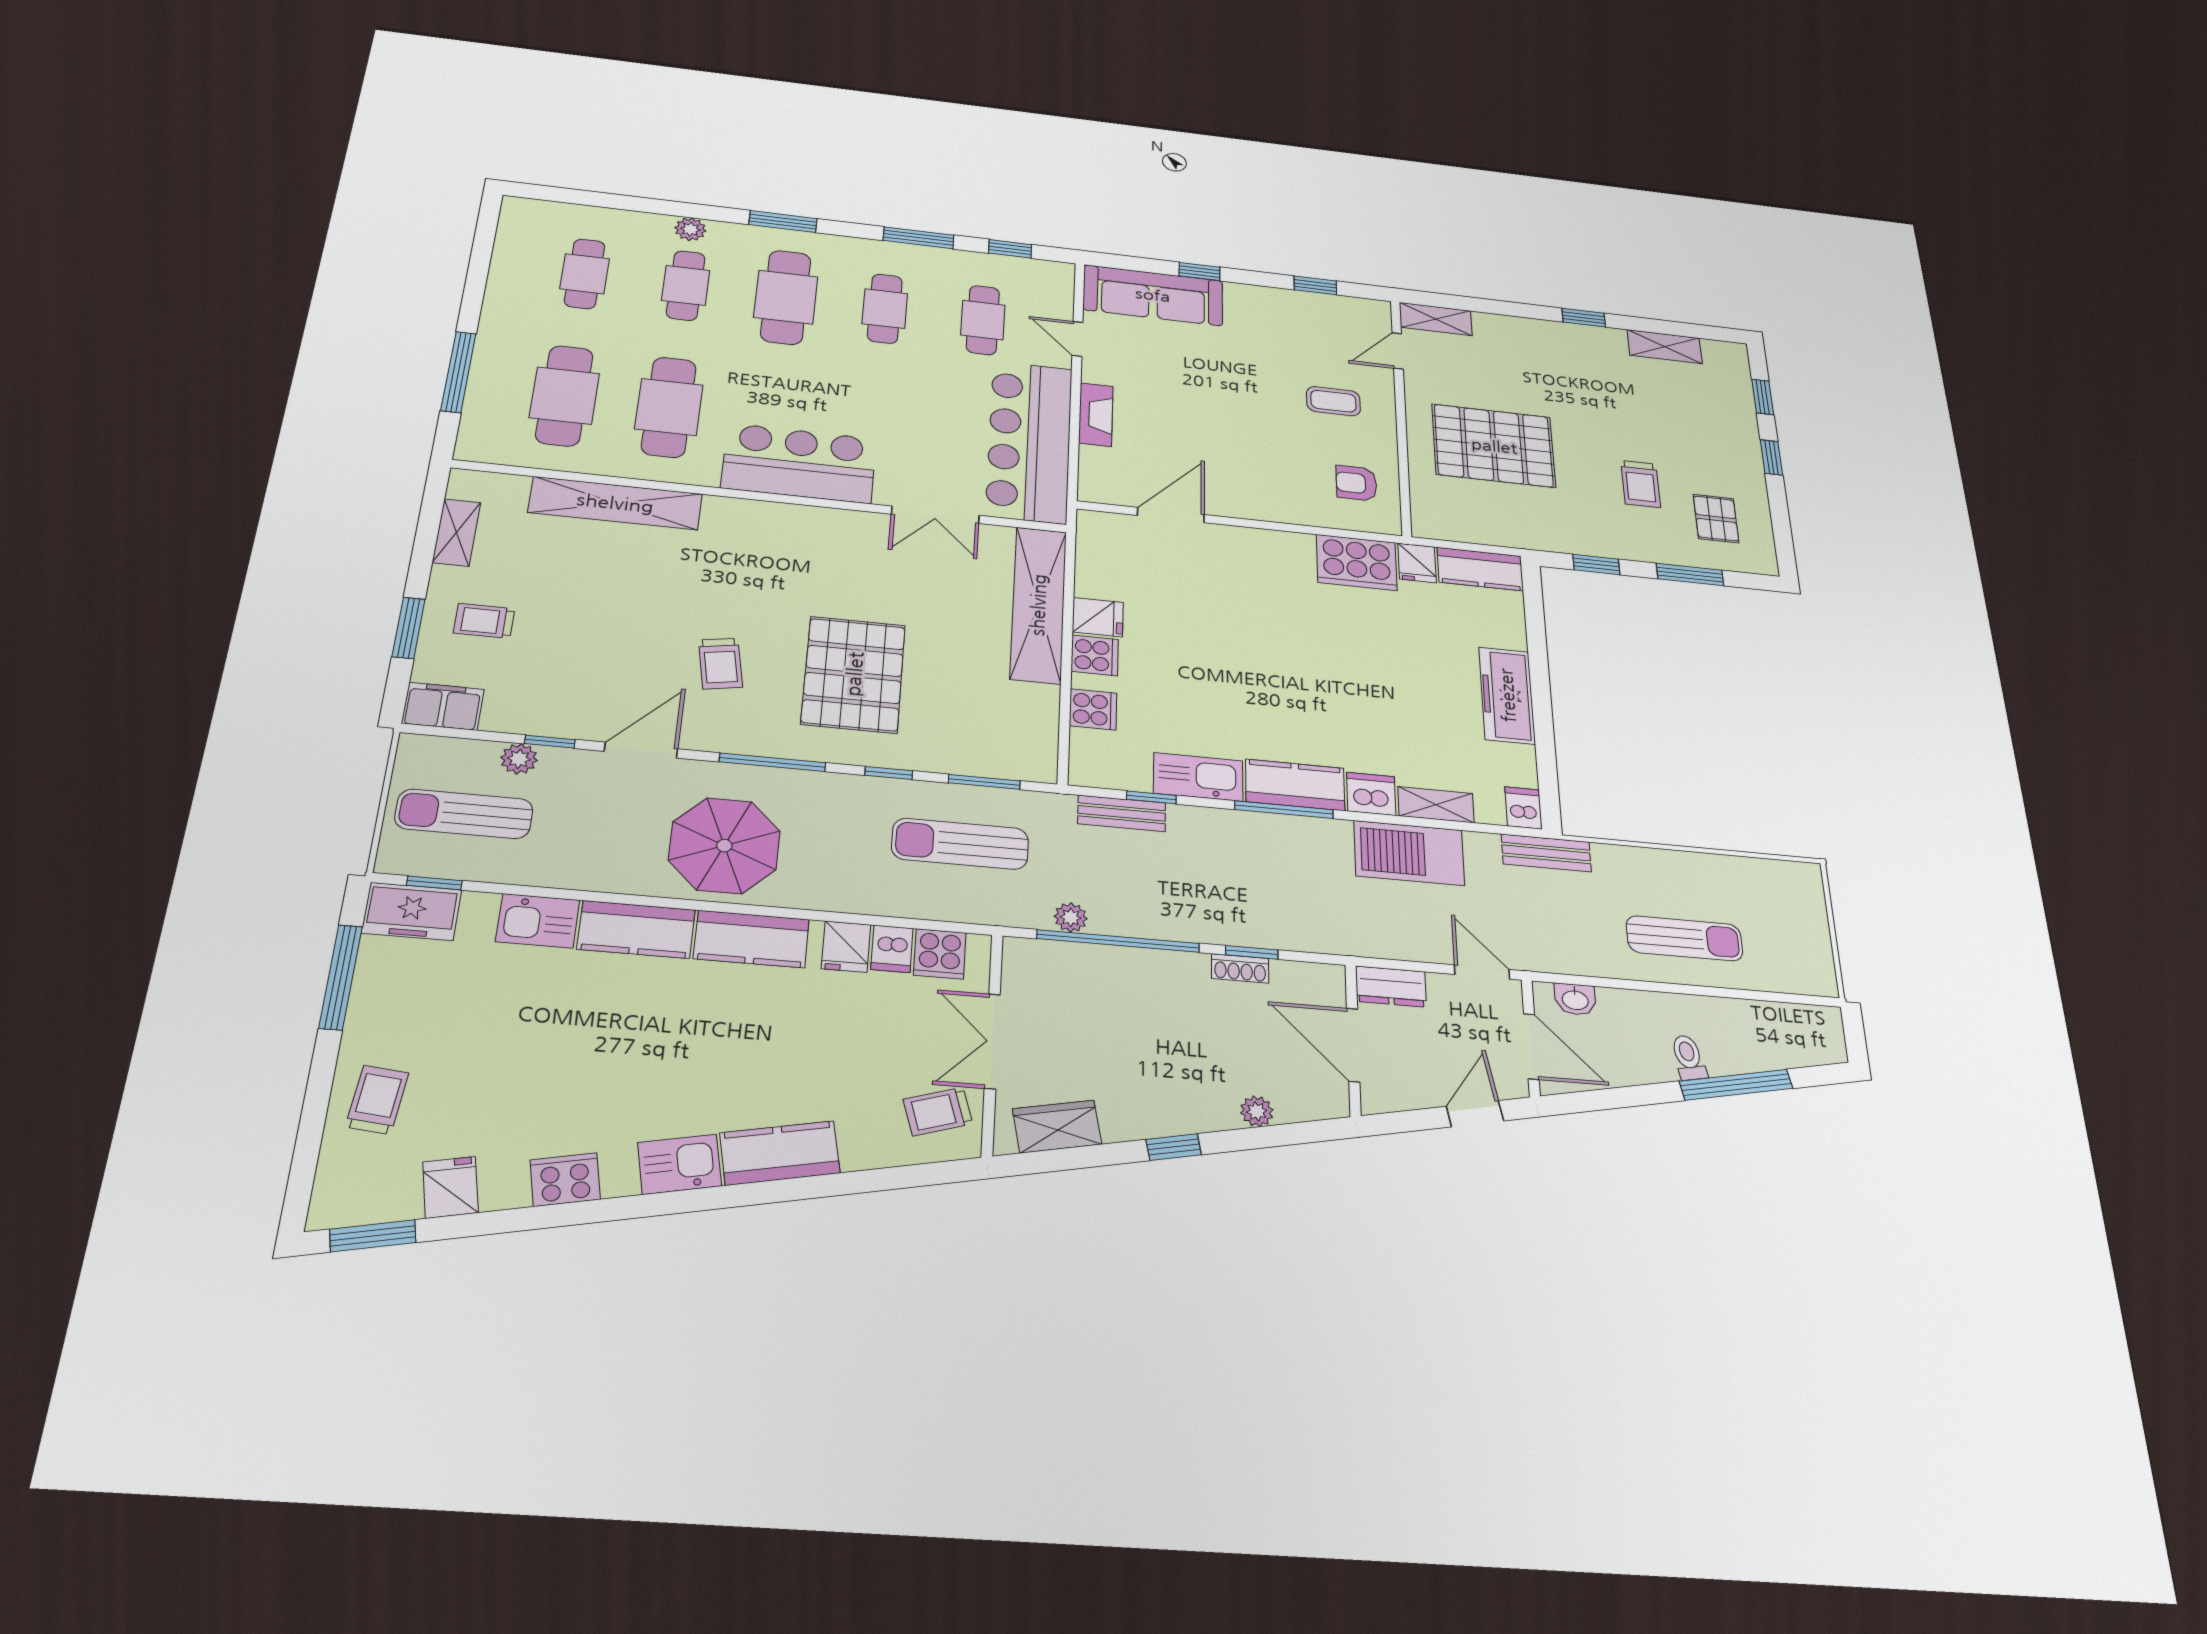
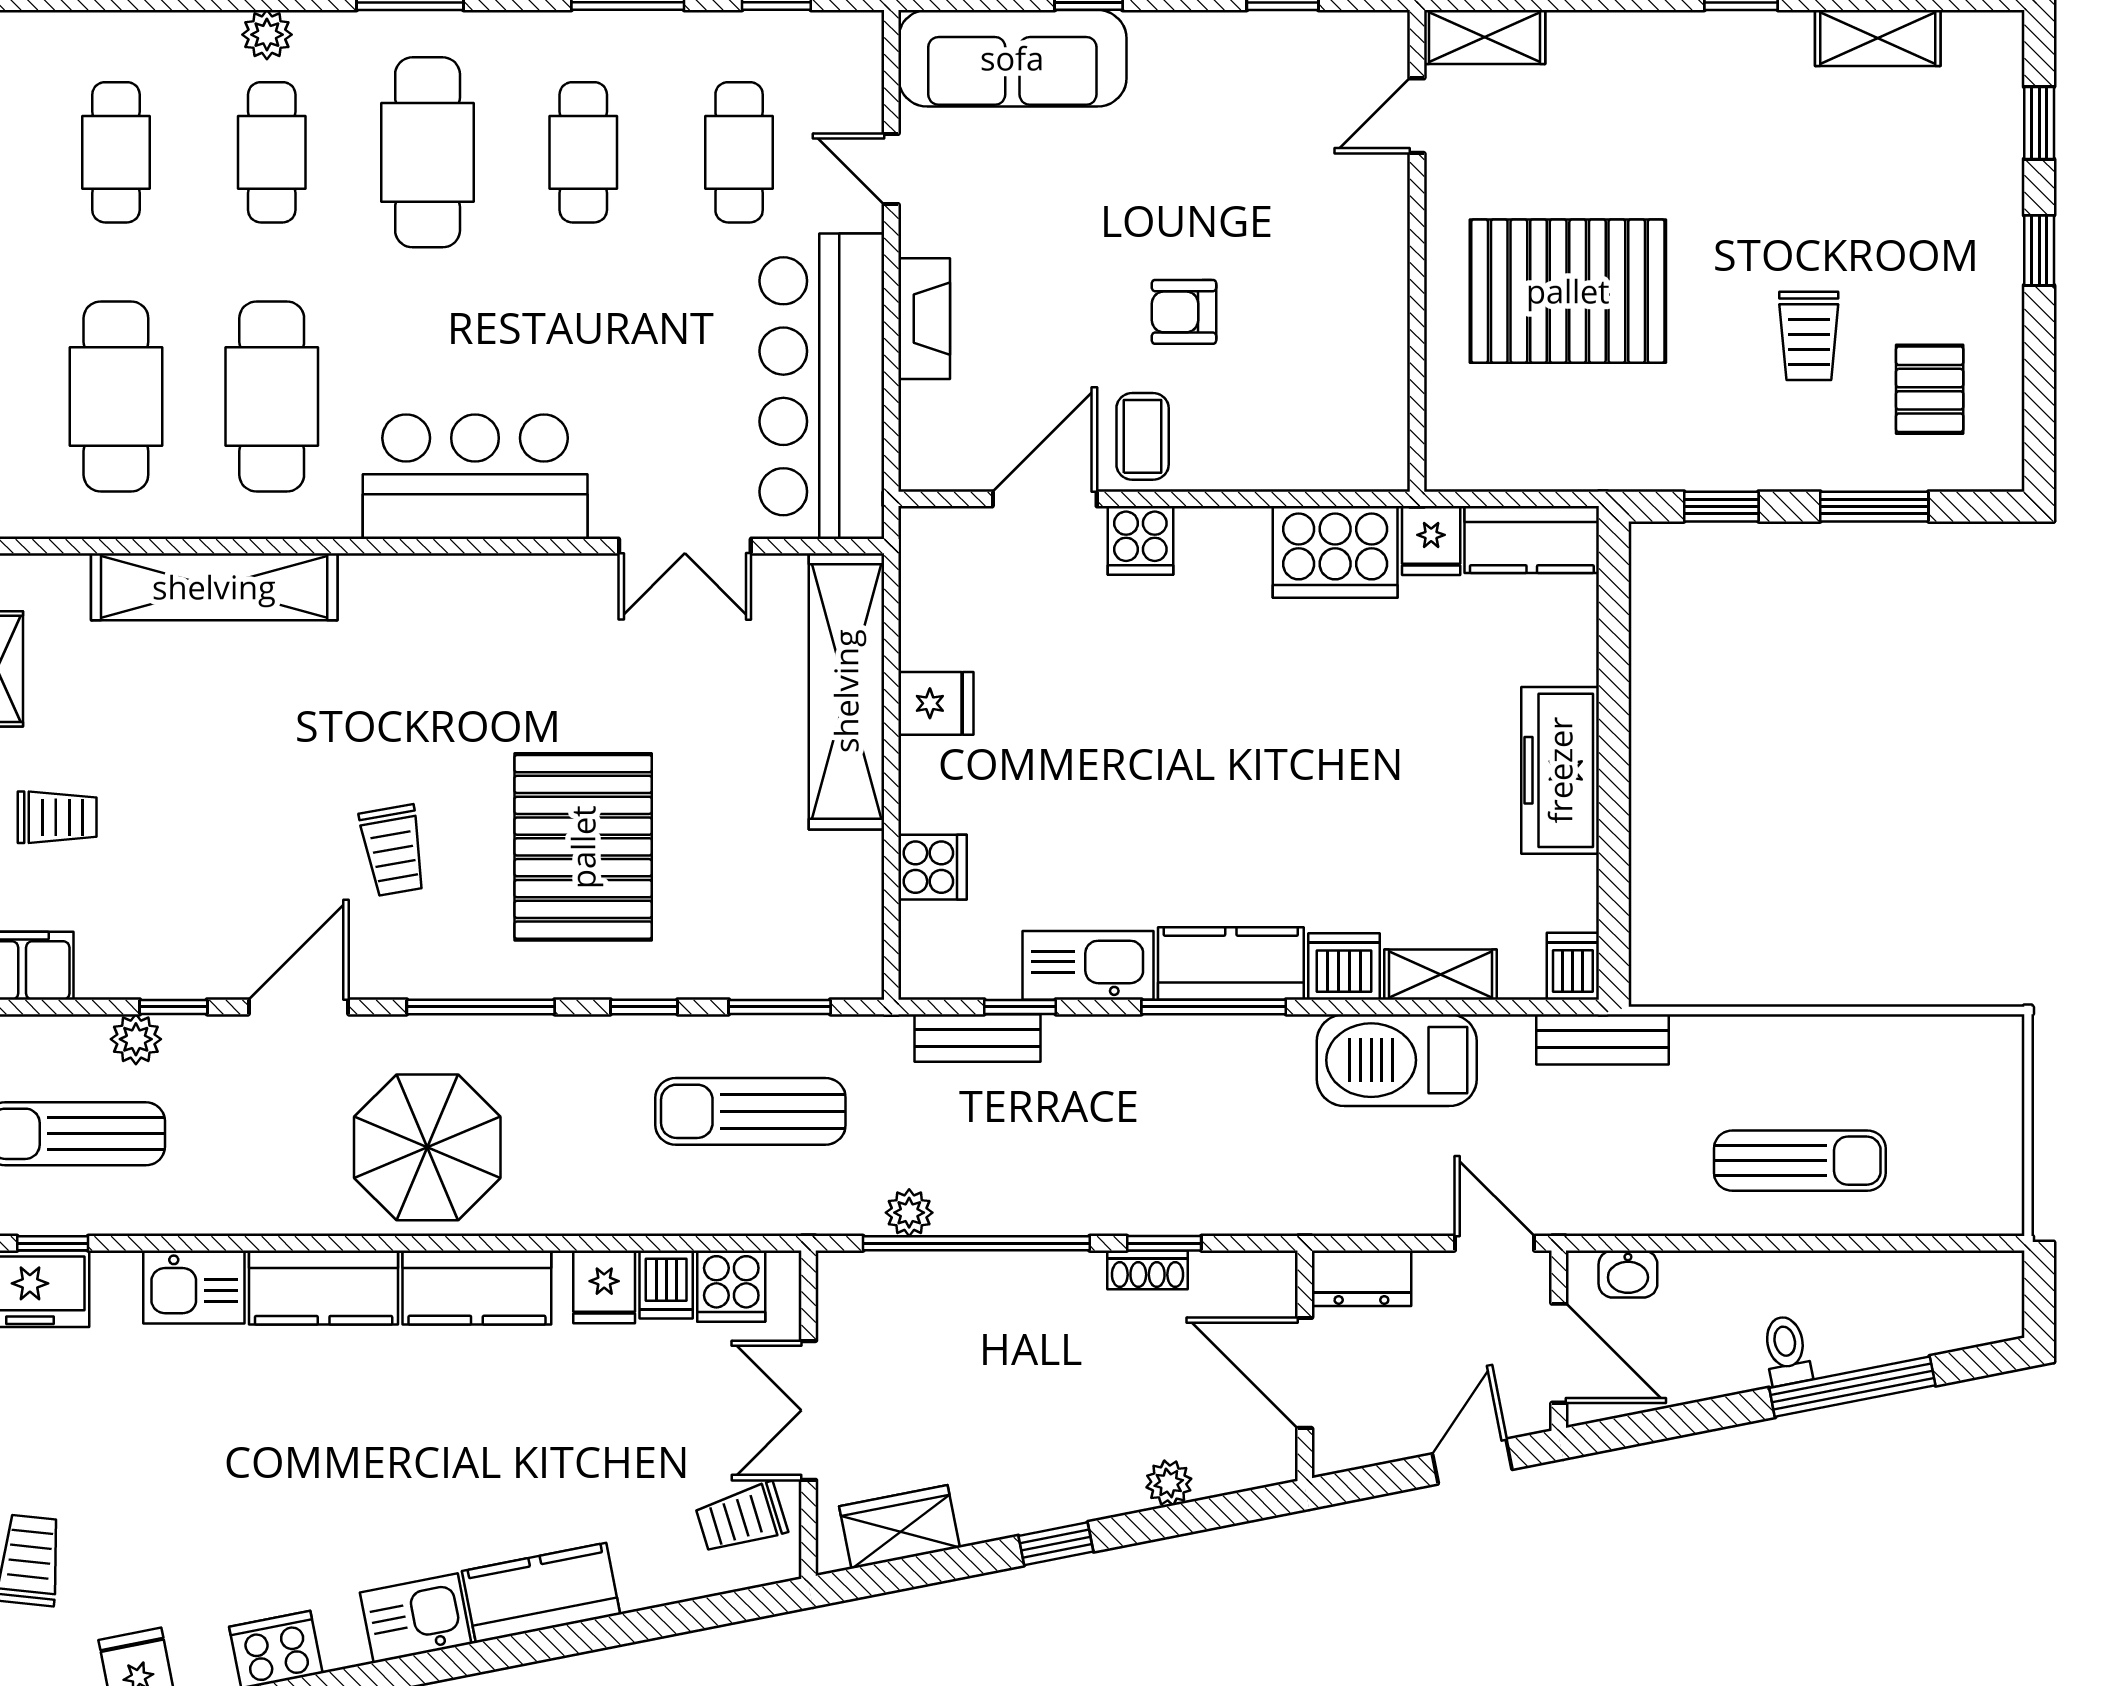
coffee table: (1333, 401) -> (1143, 436), moved, turned 90
armchair: (1356, 483) -> (1184, 312), moved
trolley: (484, 621) -> (57, 817), turned 180
cooker: (1095, 655) -> (1140, 540), moved, turned 90

